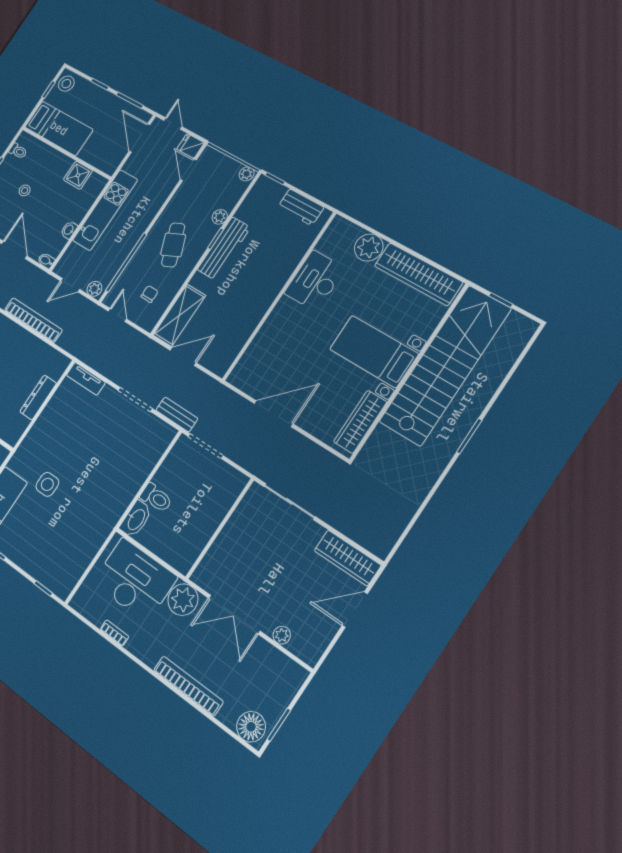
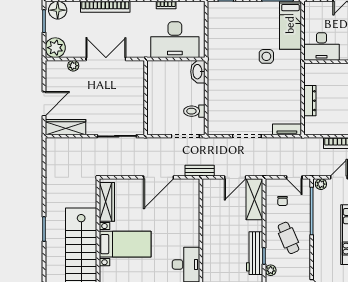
bench: (177, 414) -> (200, 171), moved
toilet: (156, 498) -> (194, 111), moved
plant: (183, 600) -> (55, 48), moved

